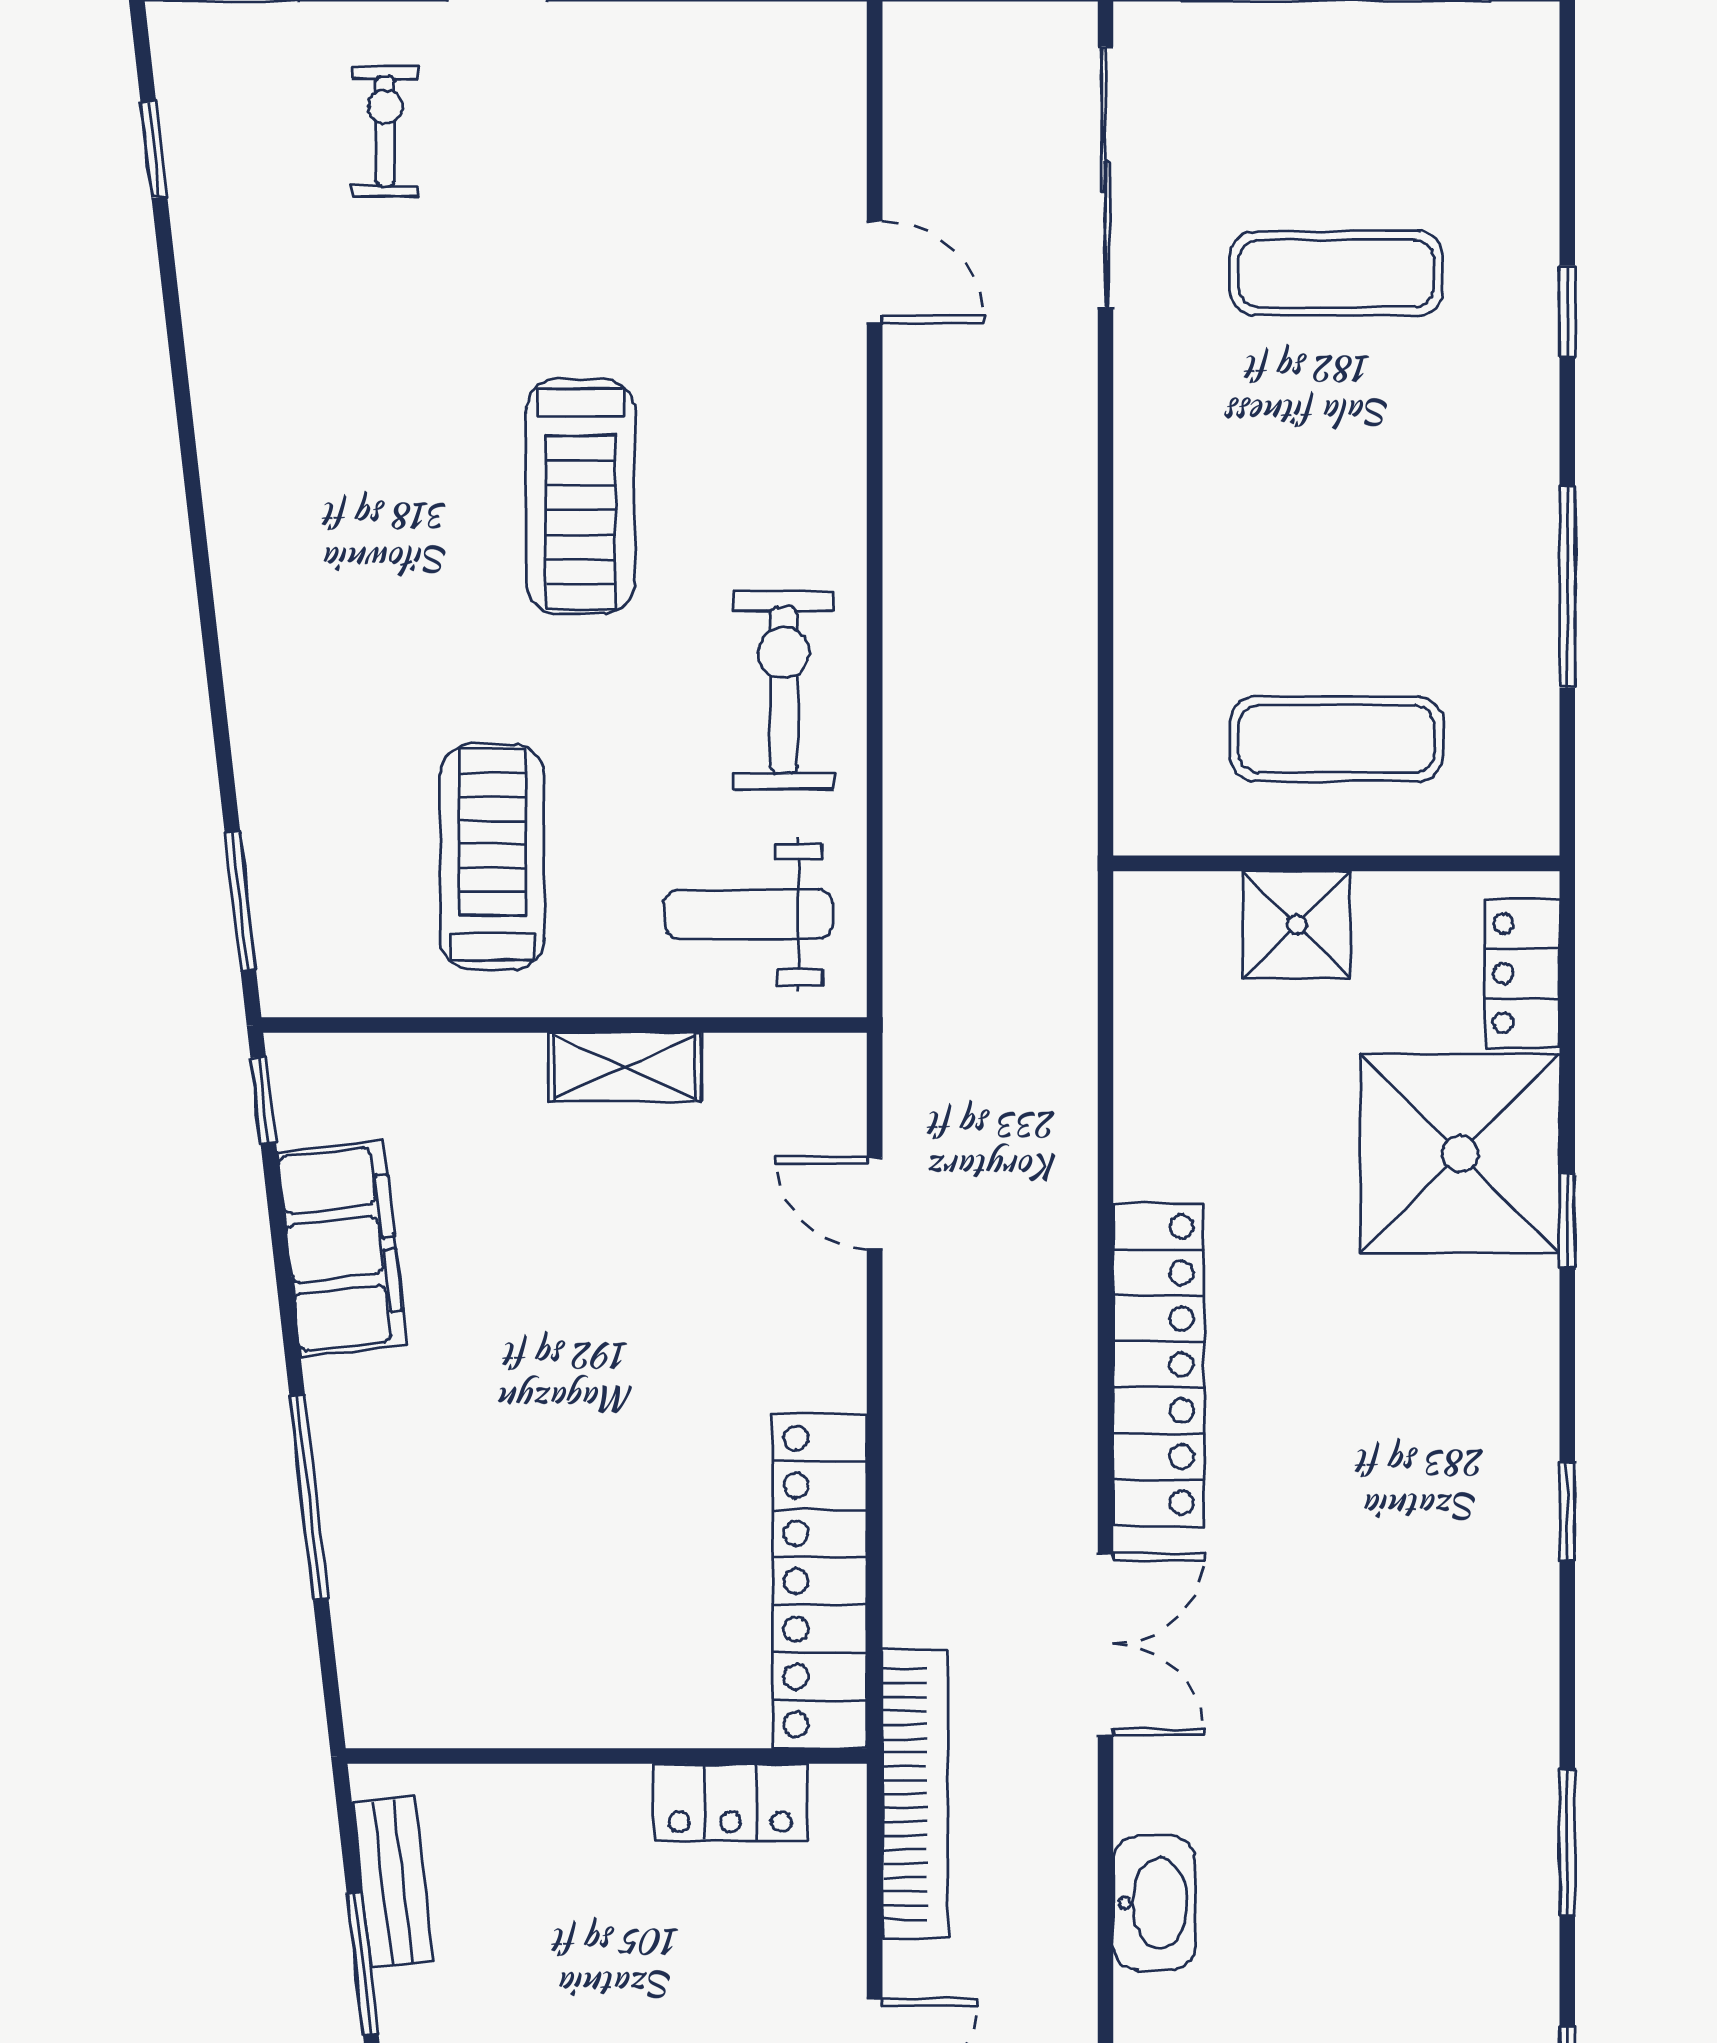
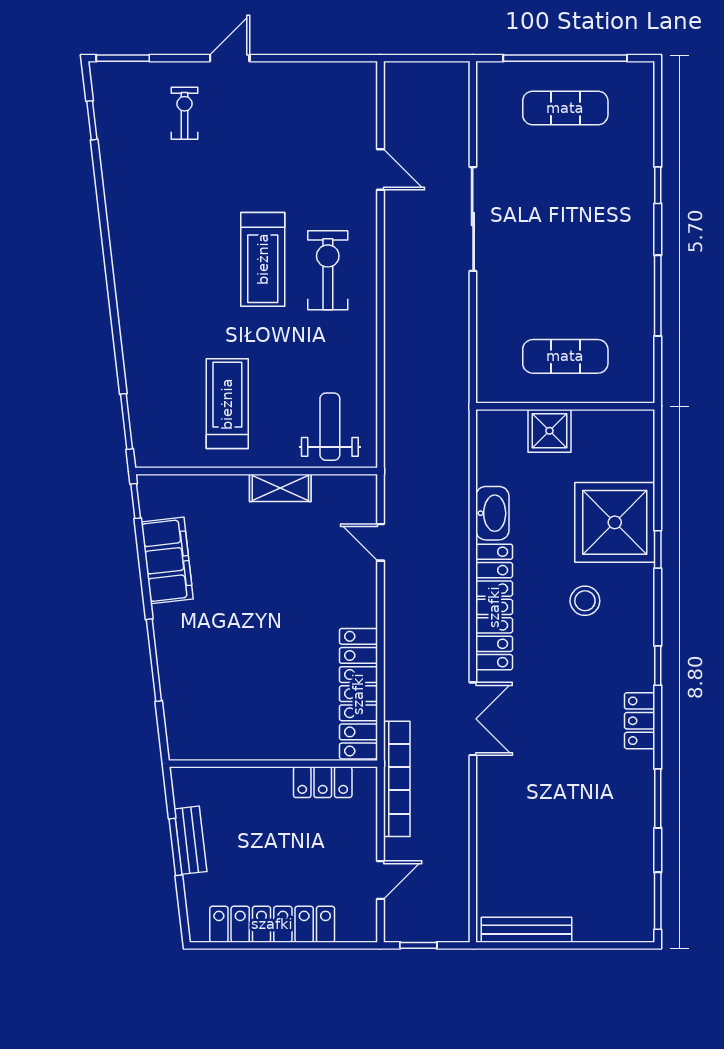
sliding door: (1106, 177) -> (473, 219), moved
exercise mat: (1336, 273) -> (565, 108), moved
exercise bike: (784, 690) -> (328, 270), moved
weight bench: (748, 914) -> (330, 427), turned 90
locker: (1522, 973) -> (640, 721), moved
stool: (1385, 1349) -> (585, 601), added
bench: (393, 1882) -> (190, 840), moved
washbasin: (1154, 1903) -> (492, 513), moved

